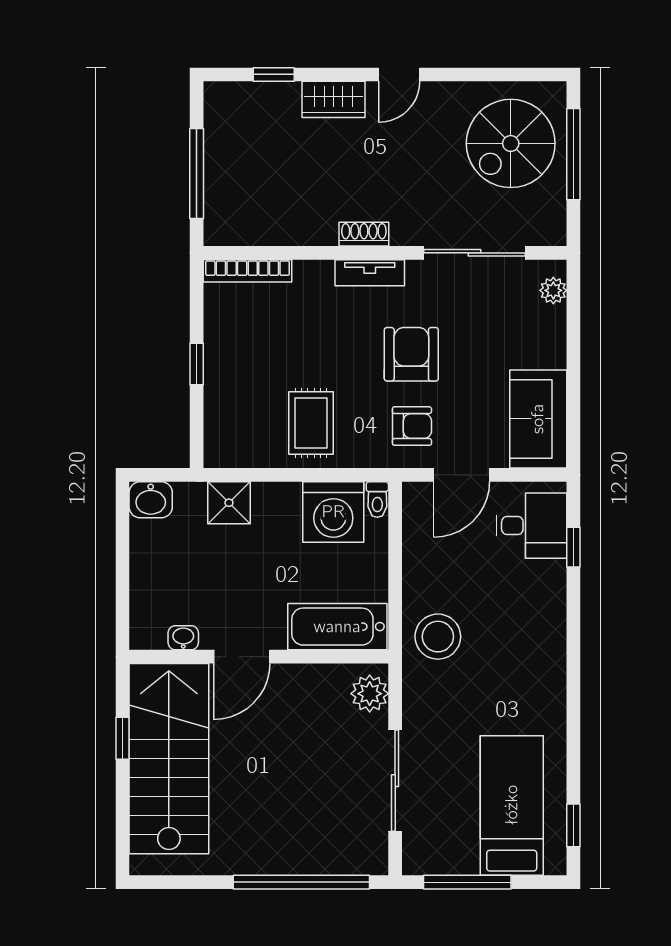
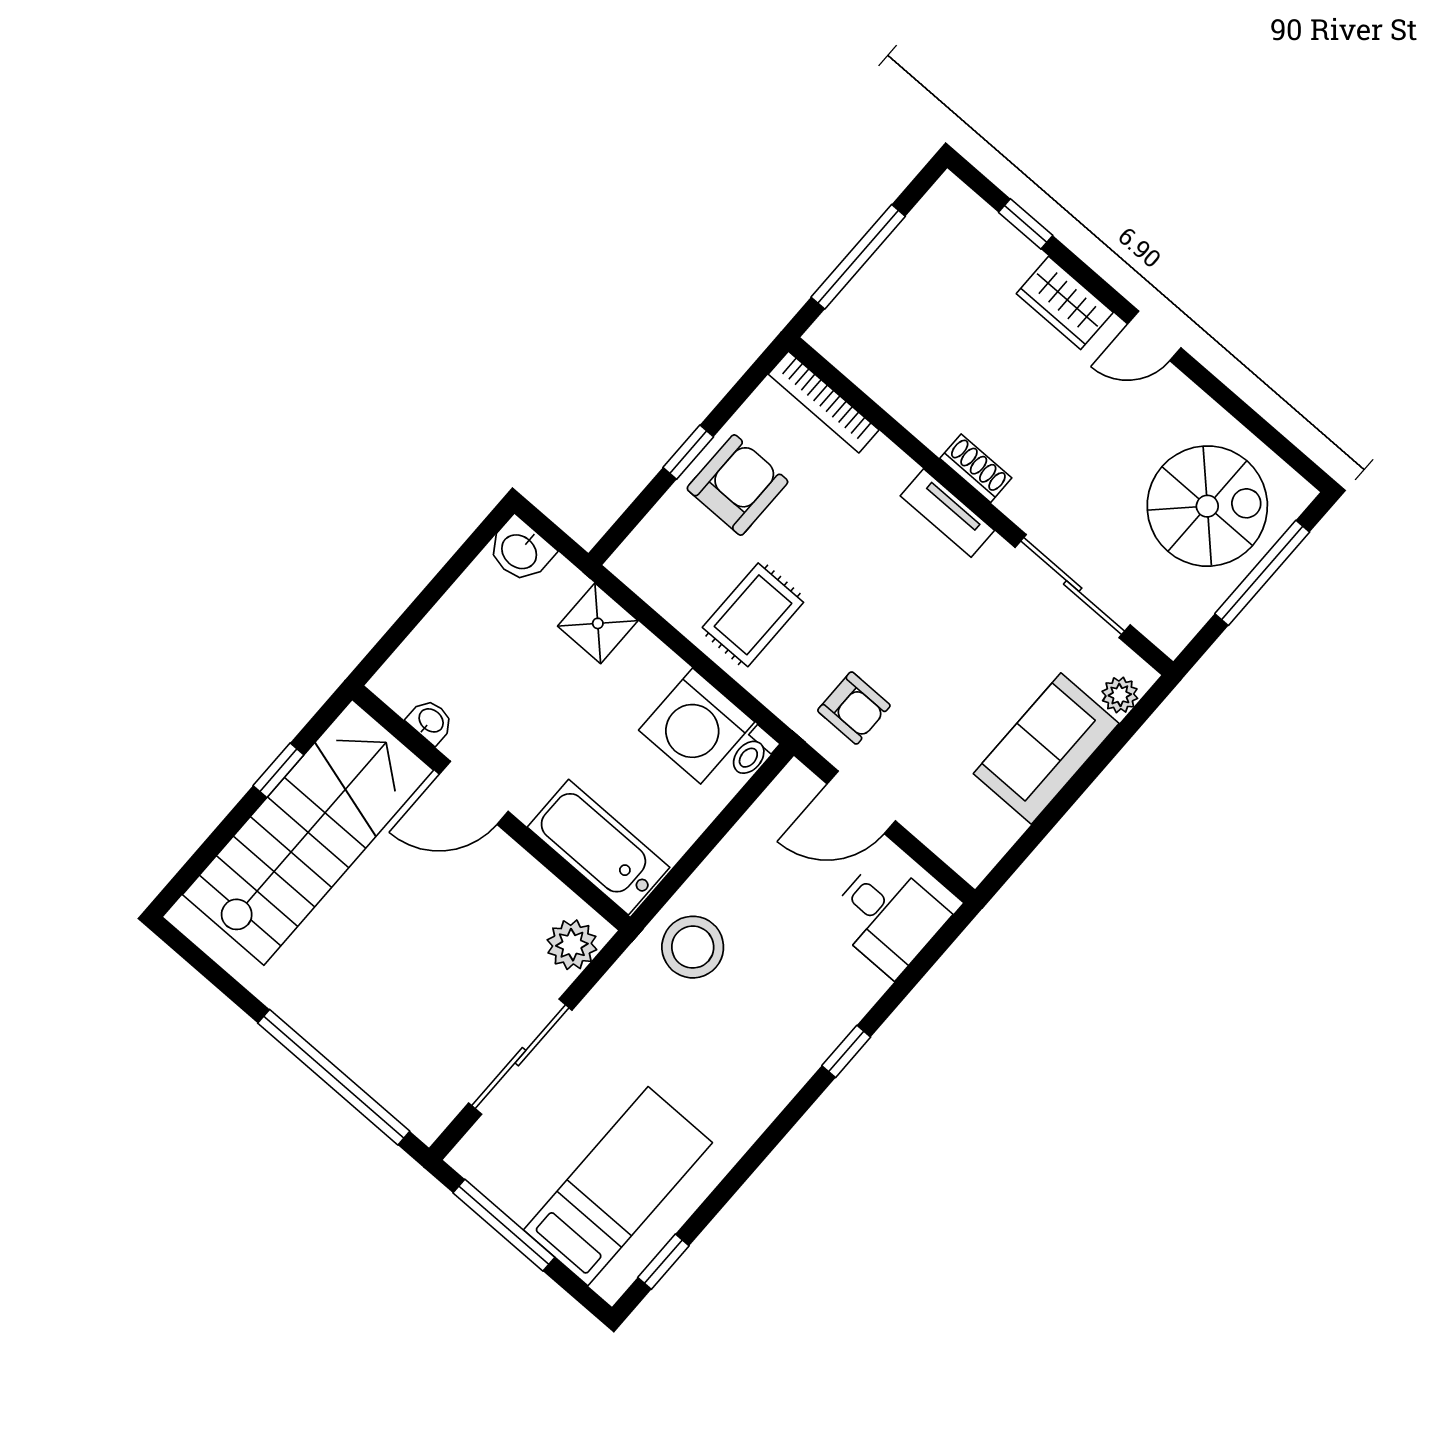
spiral stairs: (511, 143) -> (1207, 506), turned 180
armchair: (411, 354) -> (737, 485), moved
sofa: (538, 419) -> (1046, 748), moved
window: (573, 547) -> (846, 1051), moved

